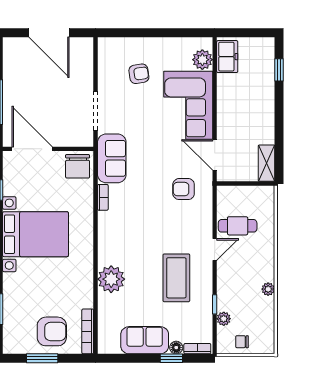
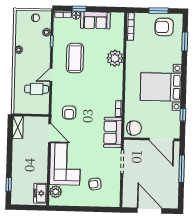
chair: (78, 166) -> (134, 128), turned 86
armchair: (184, 189) -> (69, 113), turned 90
armchair: (52, 331) -> (164, 27), moved

